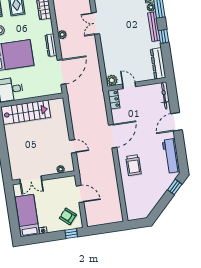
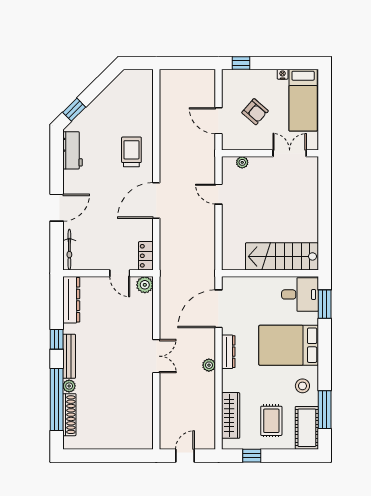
double door: (96, 23) -> (156, 356), moved
workbench: (171, 156) -> (73, 150), width x0.73
armchair: (68, 216) -> (255, 112), moved

